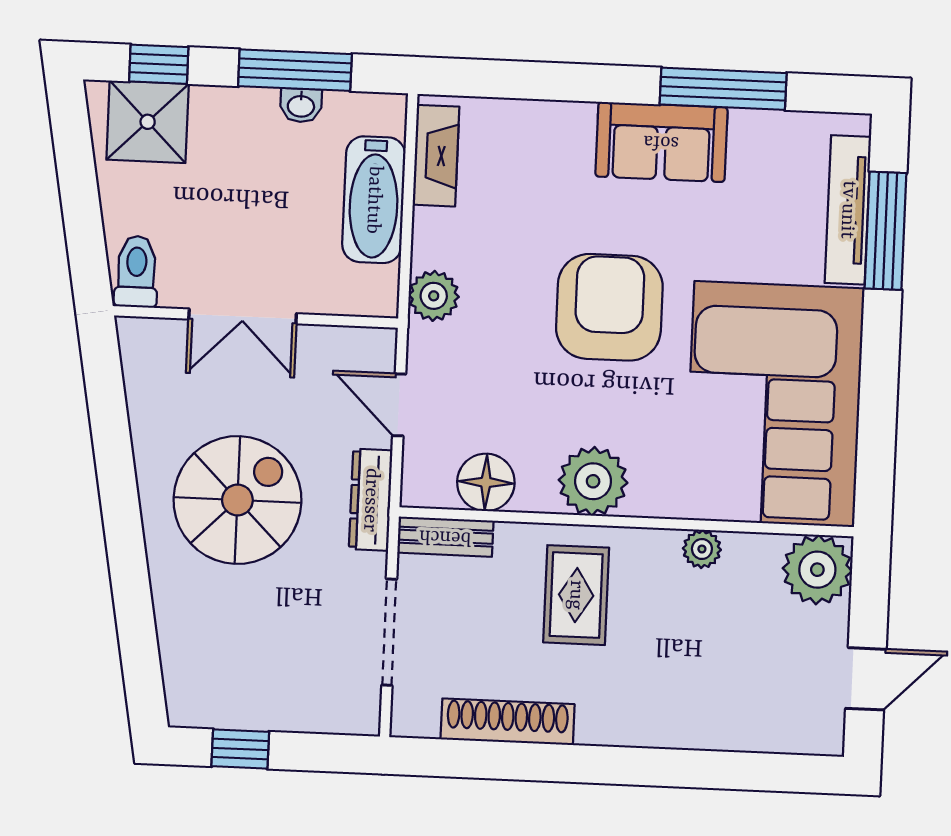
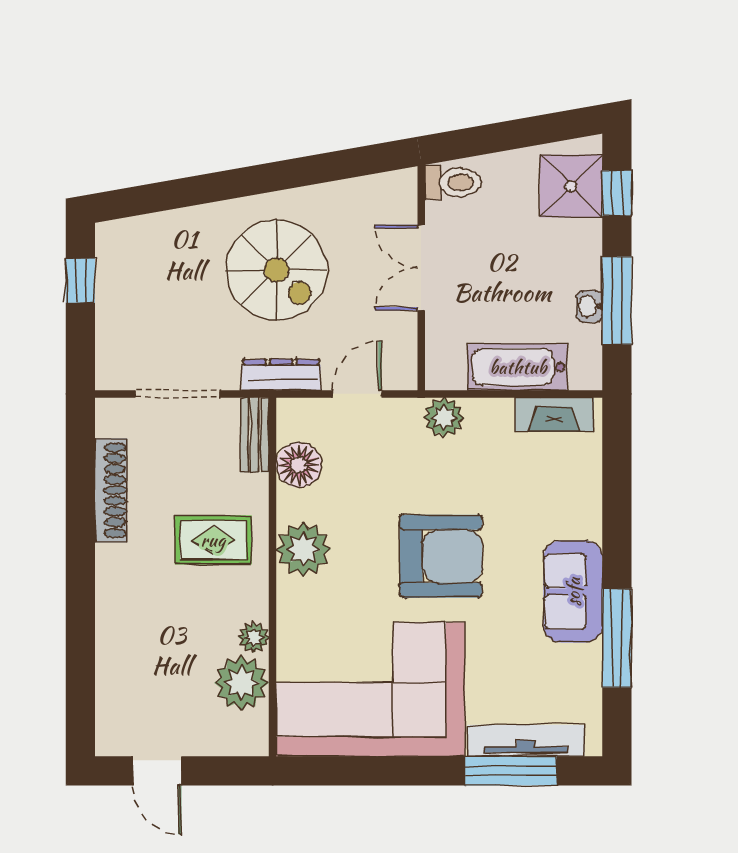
plant: (817, 570) -> (241, 683), moved

